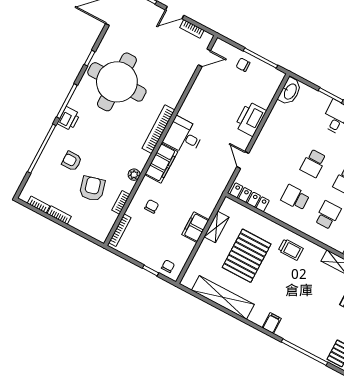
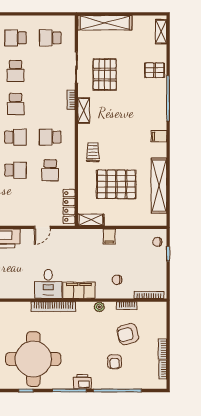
filing cabinet: (195, 227) -> (109, 237), width x0.50
shelving: (217, 227) -> (91, 220), moved

